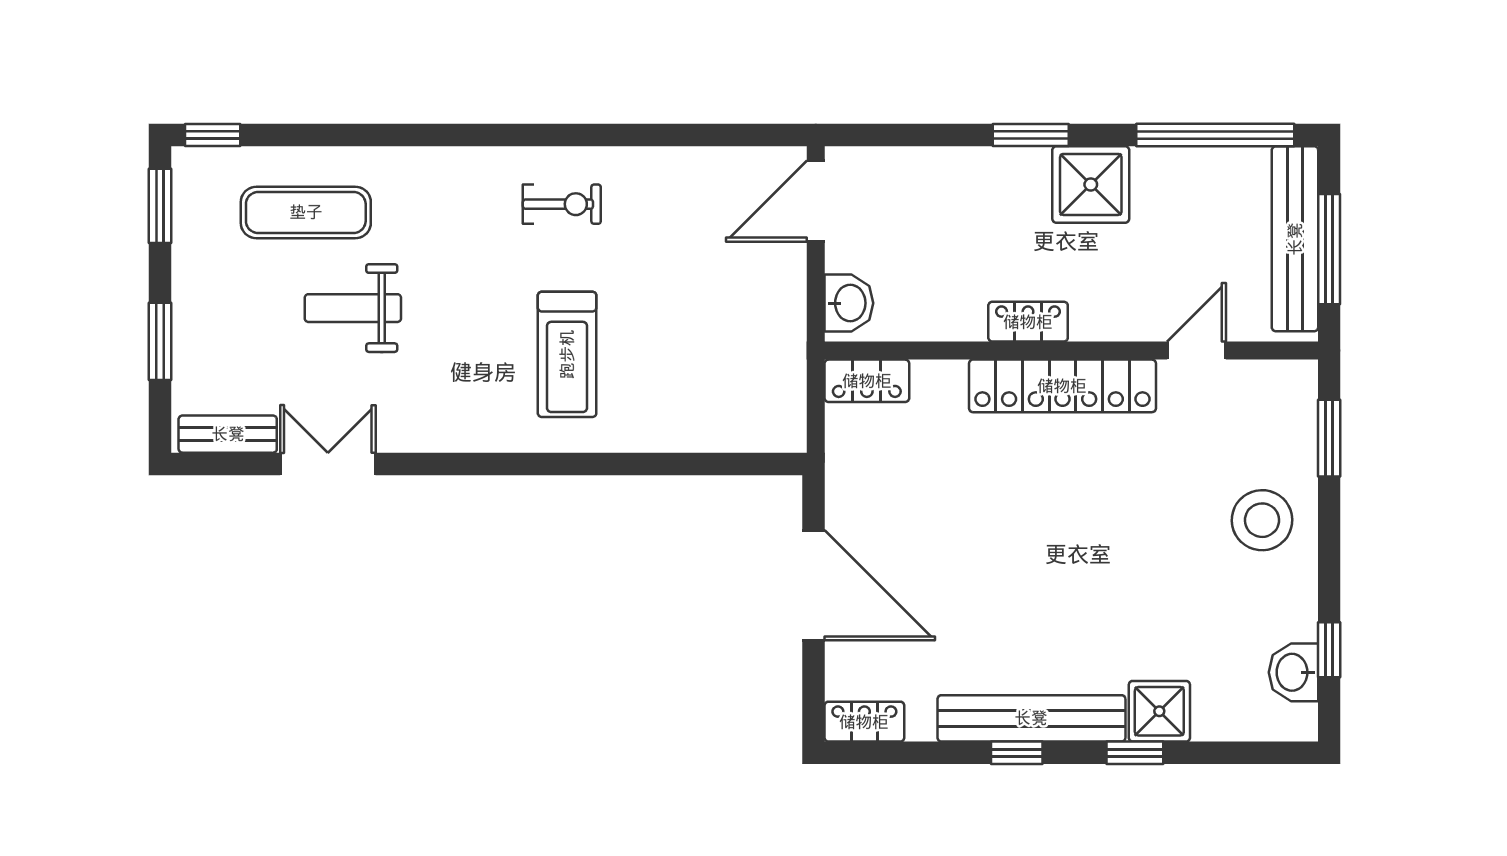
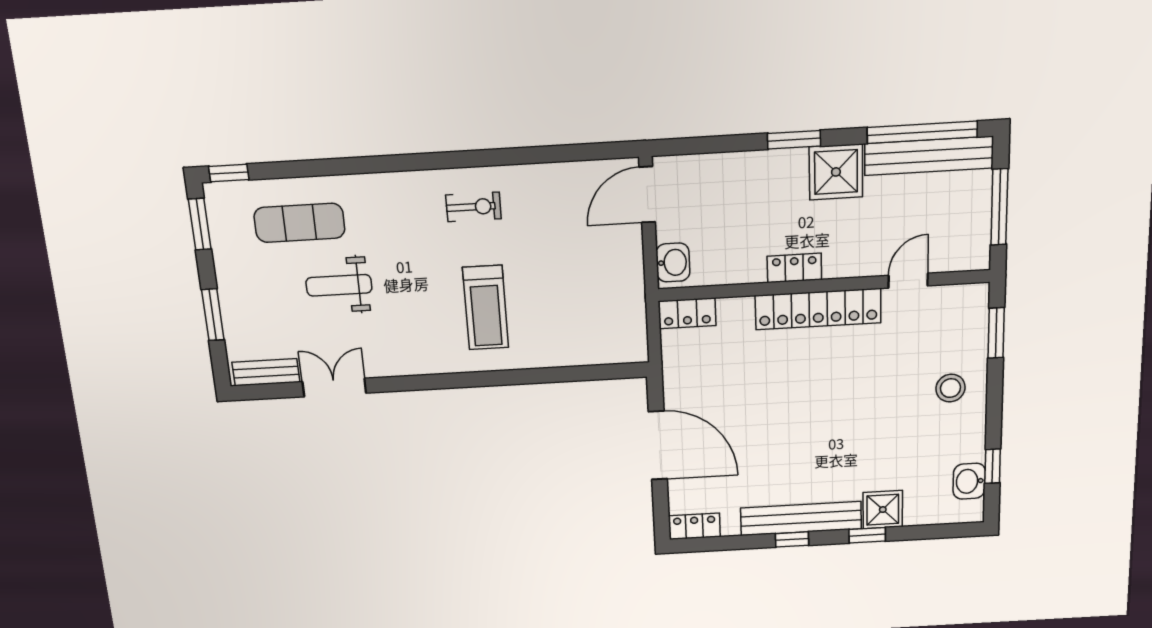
bench: (1295, 239) -> (929, 156), moved, turned 90
stool: (1262, 520) -> (950, 388), width x0.73, depth x0.73

